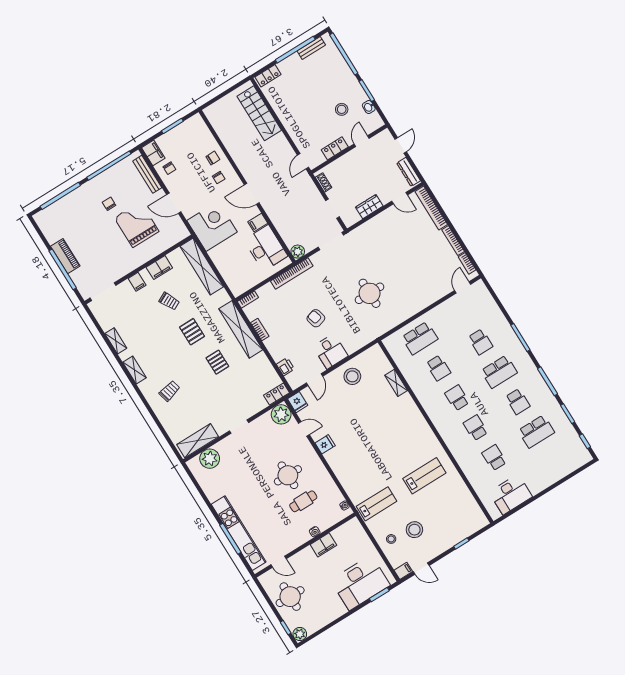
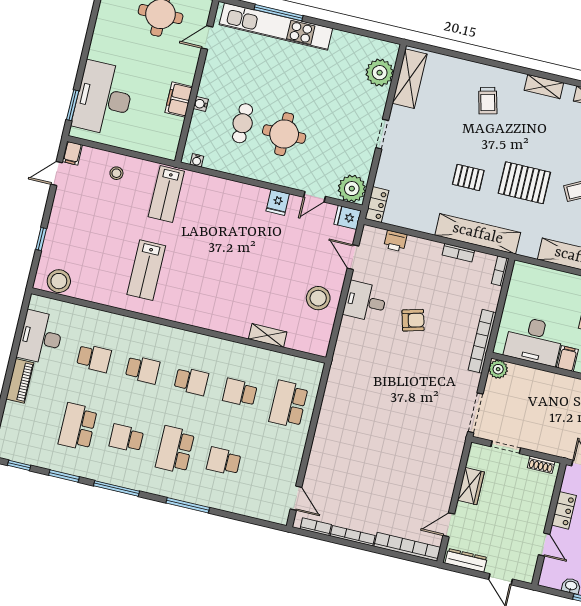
round table: (370, 293) -> (384, 399), removed
pallet: (192, 332) -> (524, 183), width x1.50, depth x1.42
piano: (543, 483) -> (20, 381), added
stool: (414, 530) -> (59, 281), moved

